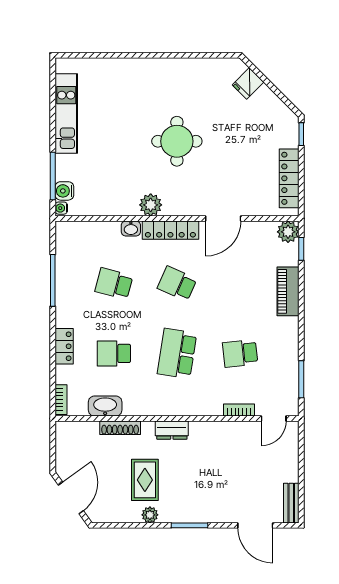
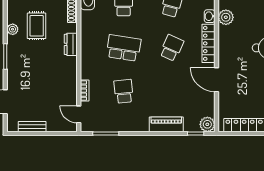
plant: (151, 205) -> (226, 17), moved
rug: (145, 480) -> (37, 26), turned 90
bench: (291, 503) -> (32, 127), moved

